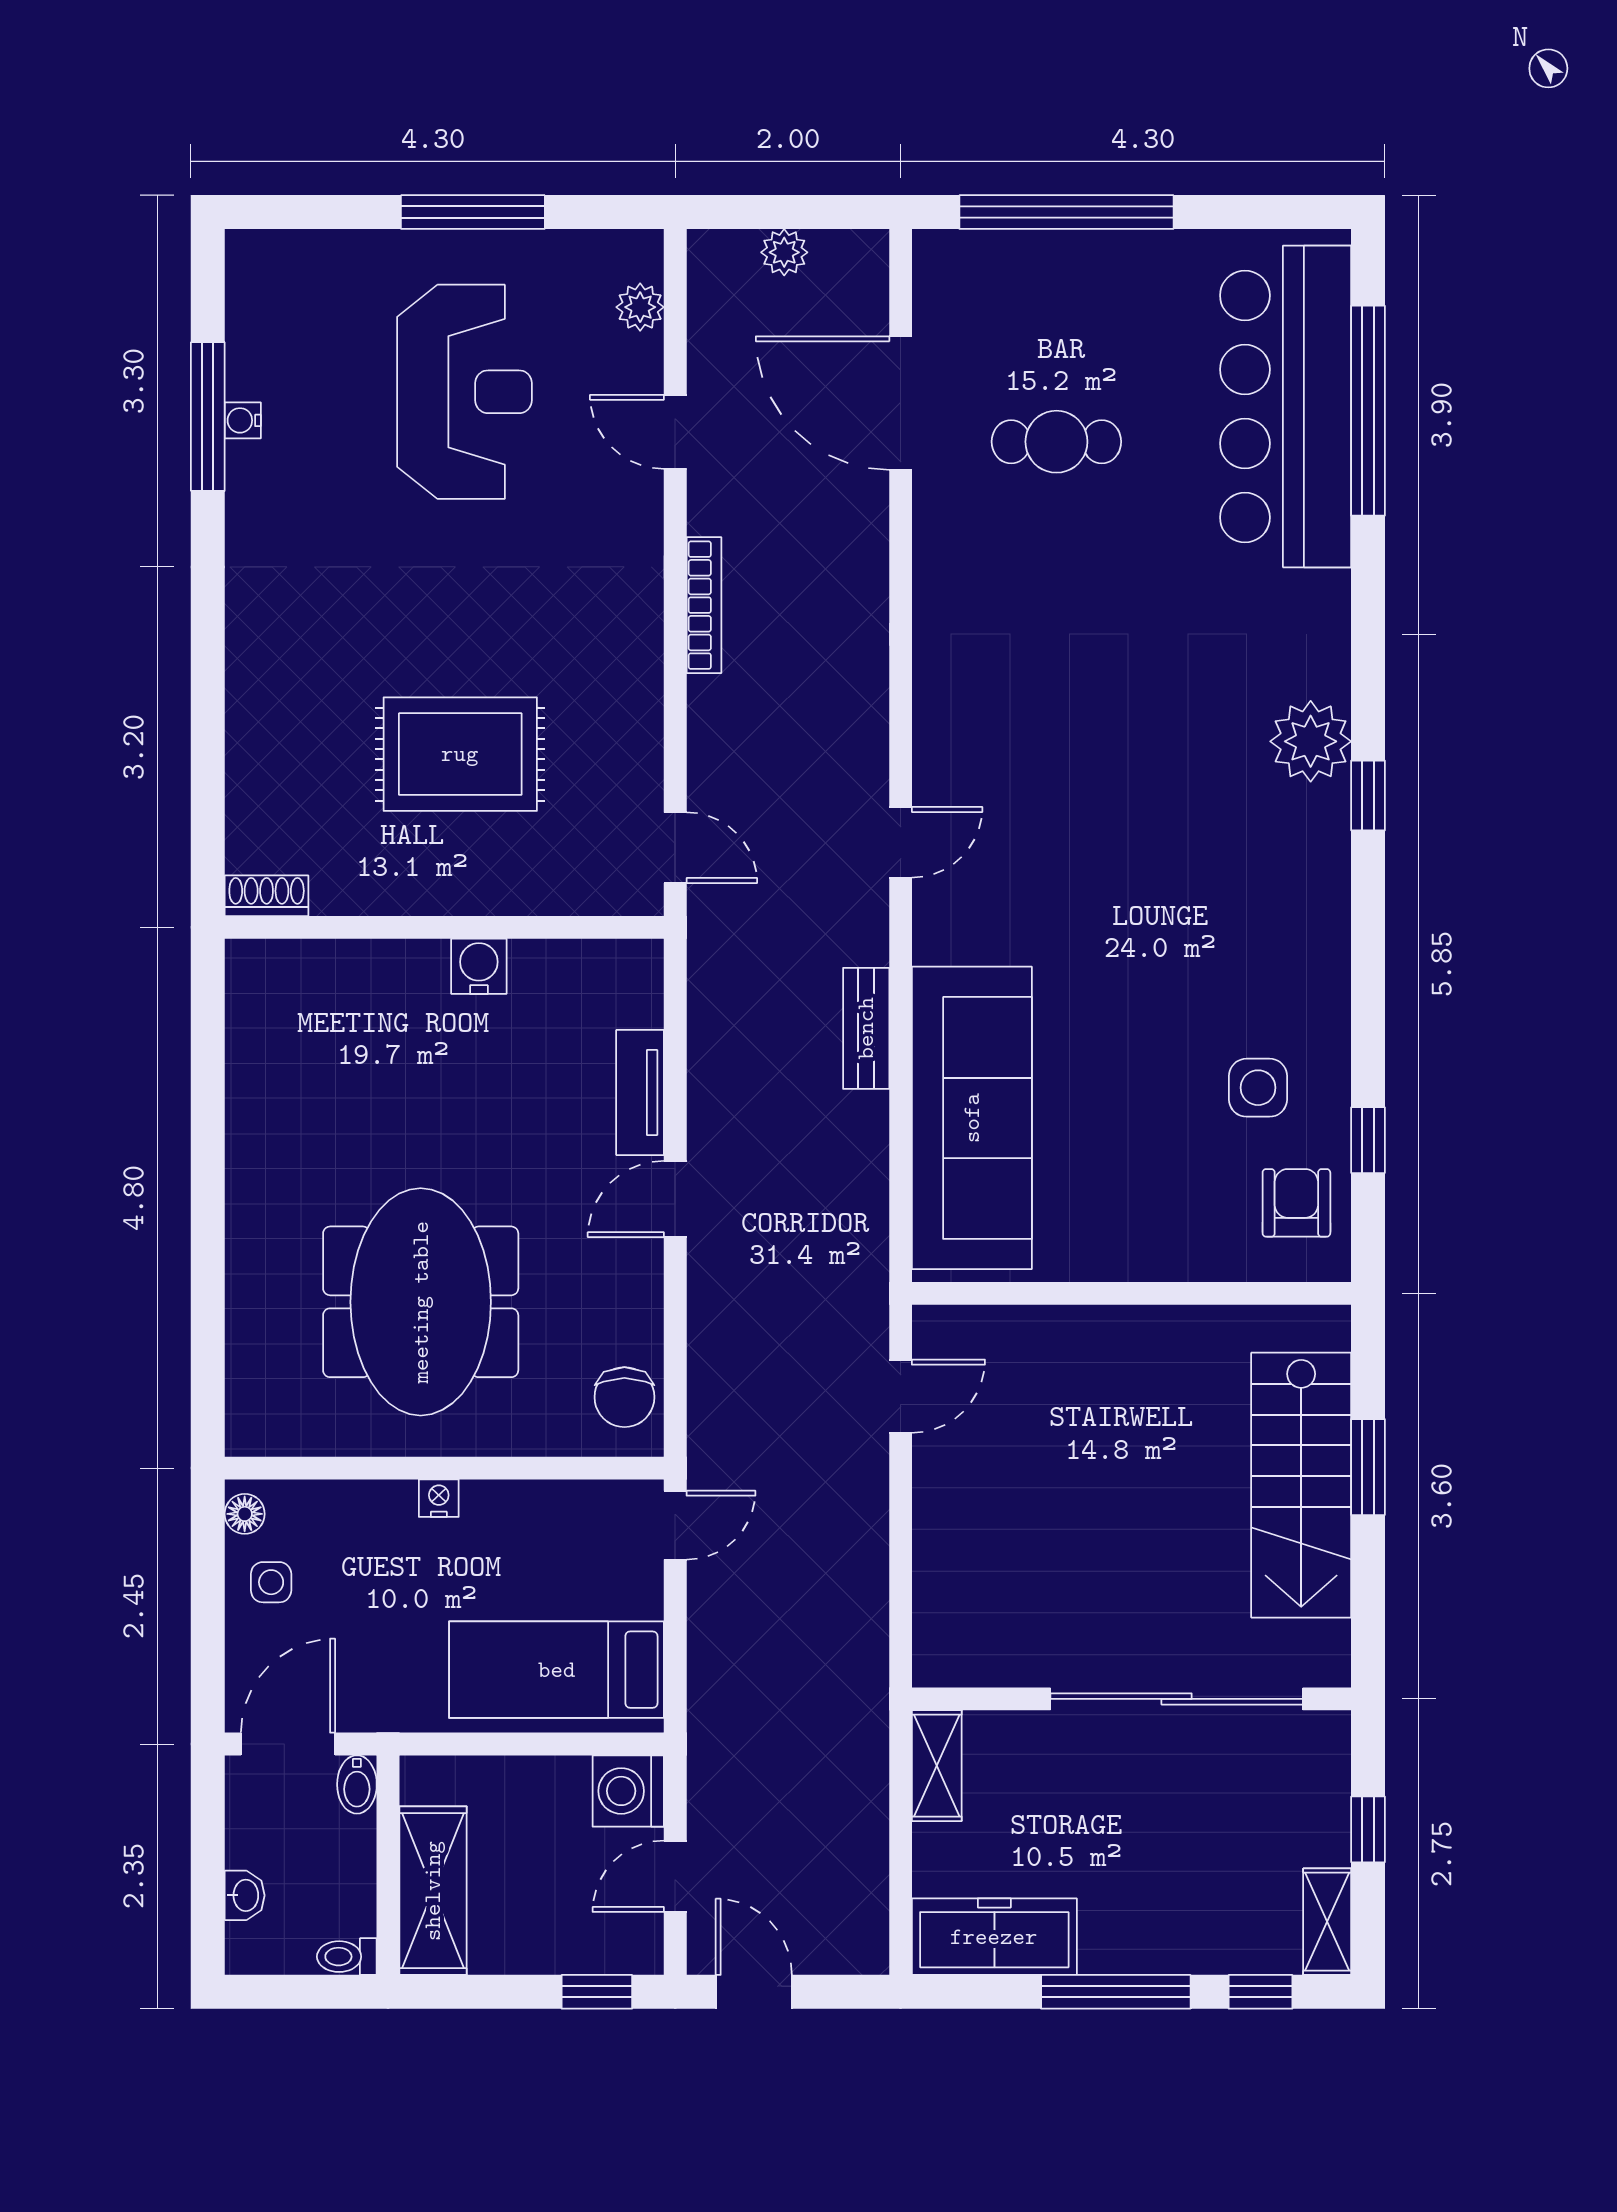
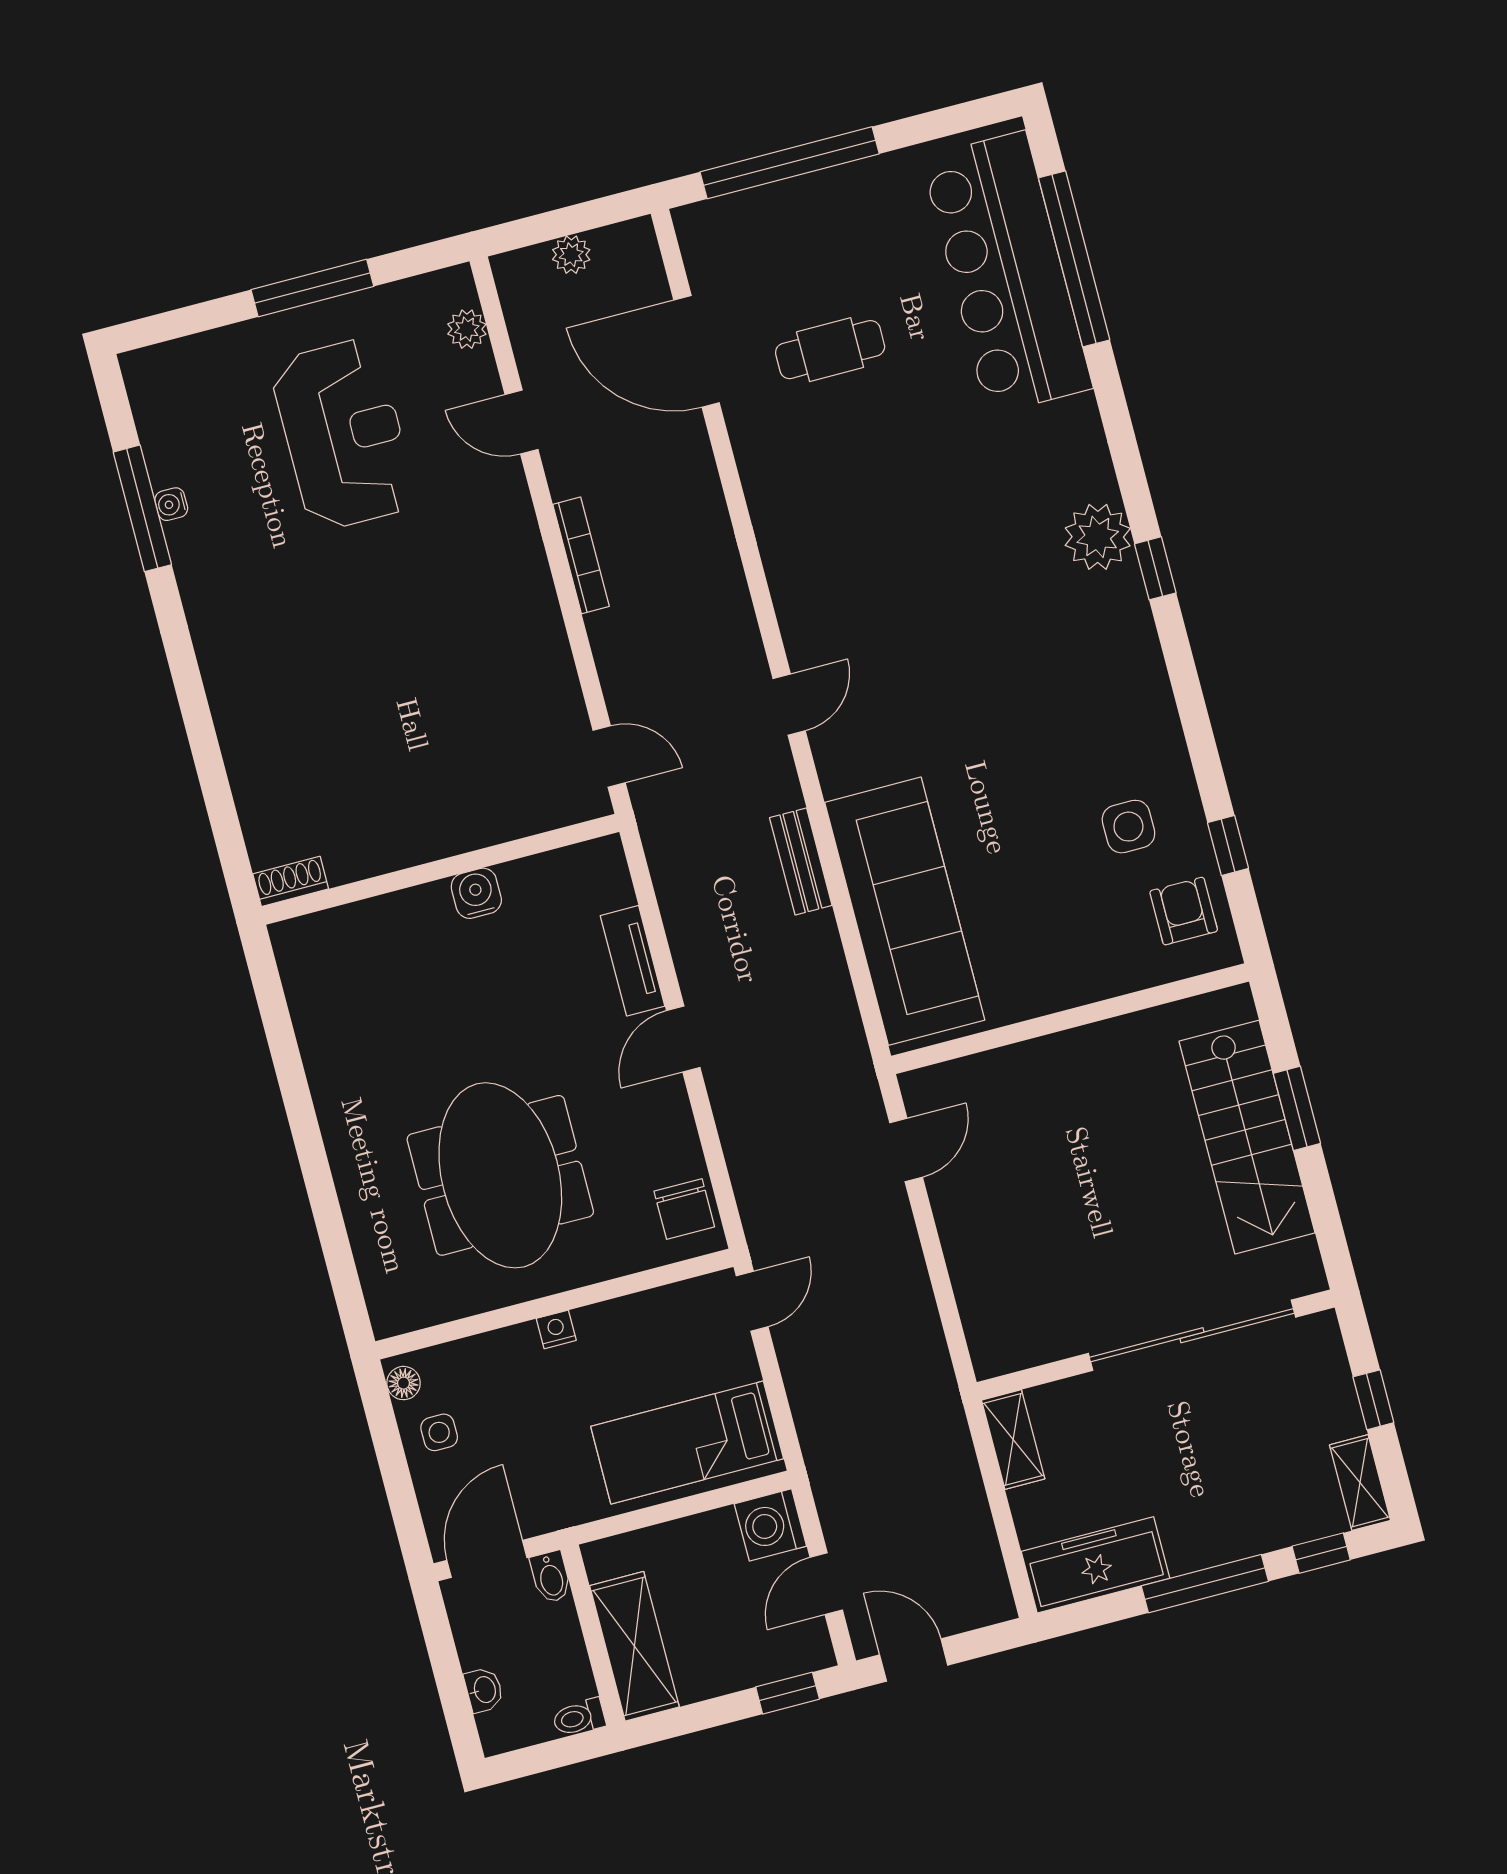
rug: (460, 754) -> (417, 727), removed

